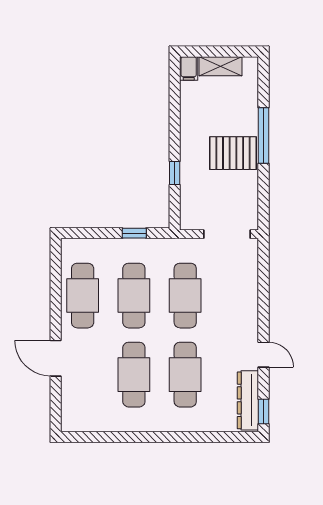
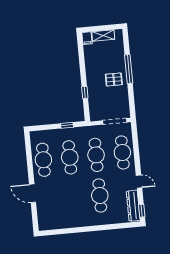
pallet: (233, 153) -> (114, 79), width x0.67, depth x0.71
cafe table: (134, 375) -> (122, 152), moved

